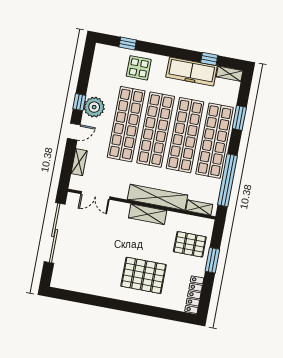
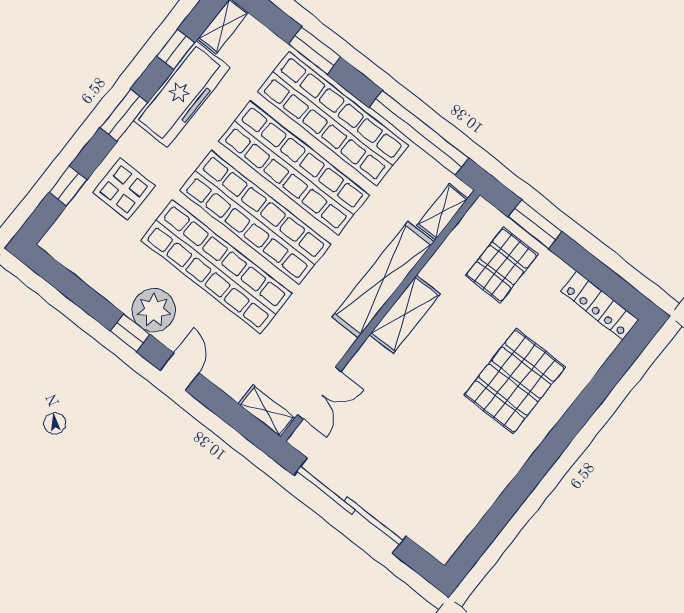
window: (170, 52) -> (124, 115), added
shelving: (79, 162) -> (267, 411), moved
window: (212, 260) -> (535, 224), moved

